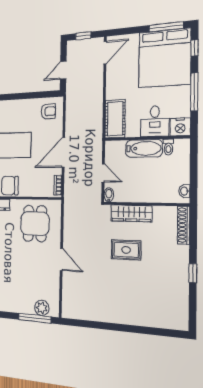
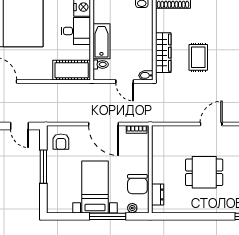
window: (27, 96) -> (43, 167), added
armchair: (48, 111) -> (61, 142), turned 180
toilet: (168, 147) -> (101, 64), moved
door: (103, 173) -> (125, 81), swing flipped
dining table: (35, 224) -> (204, 172), moved

